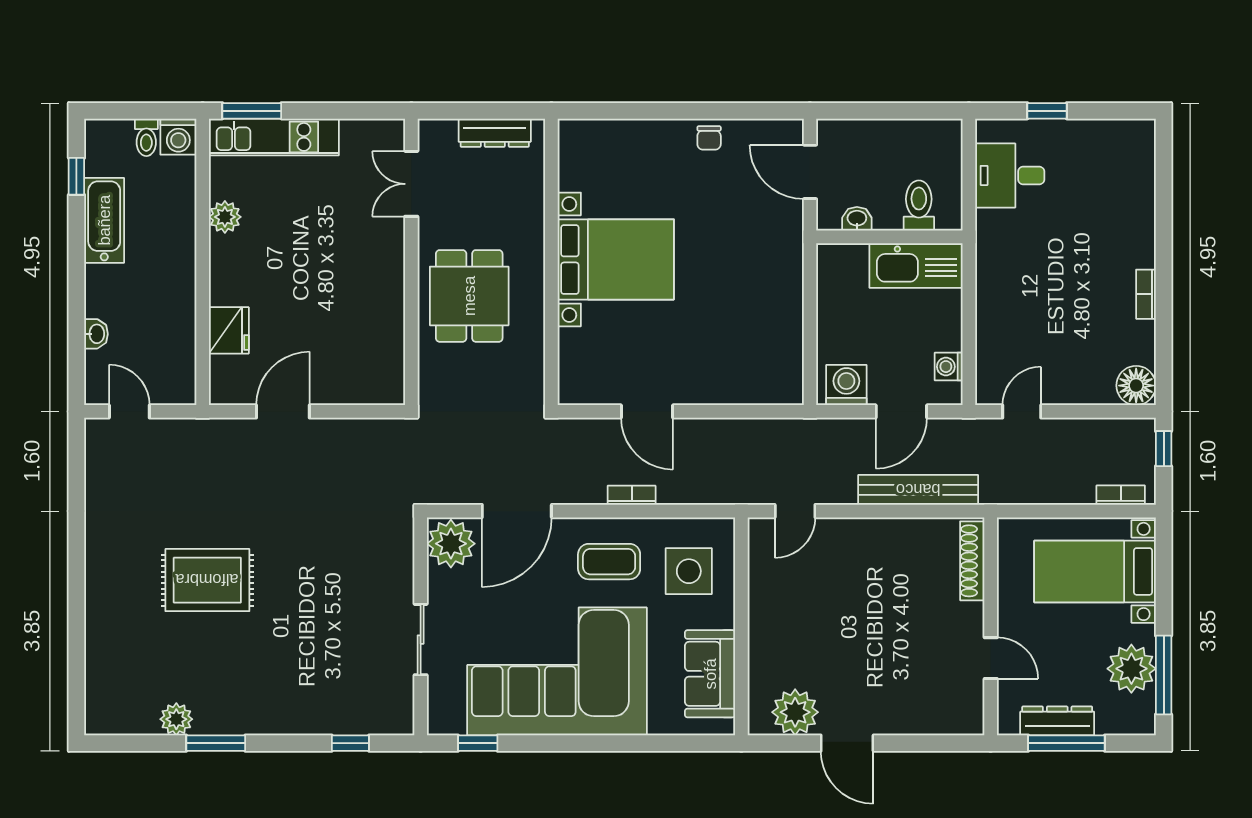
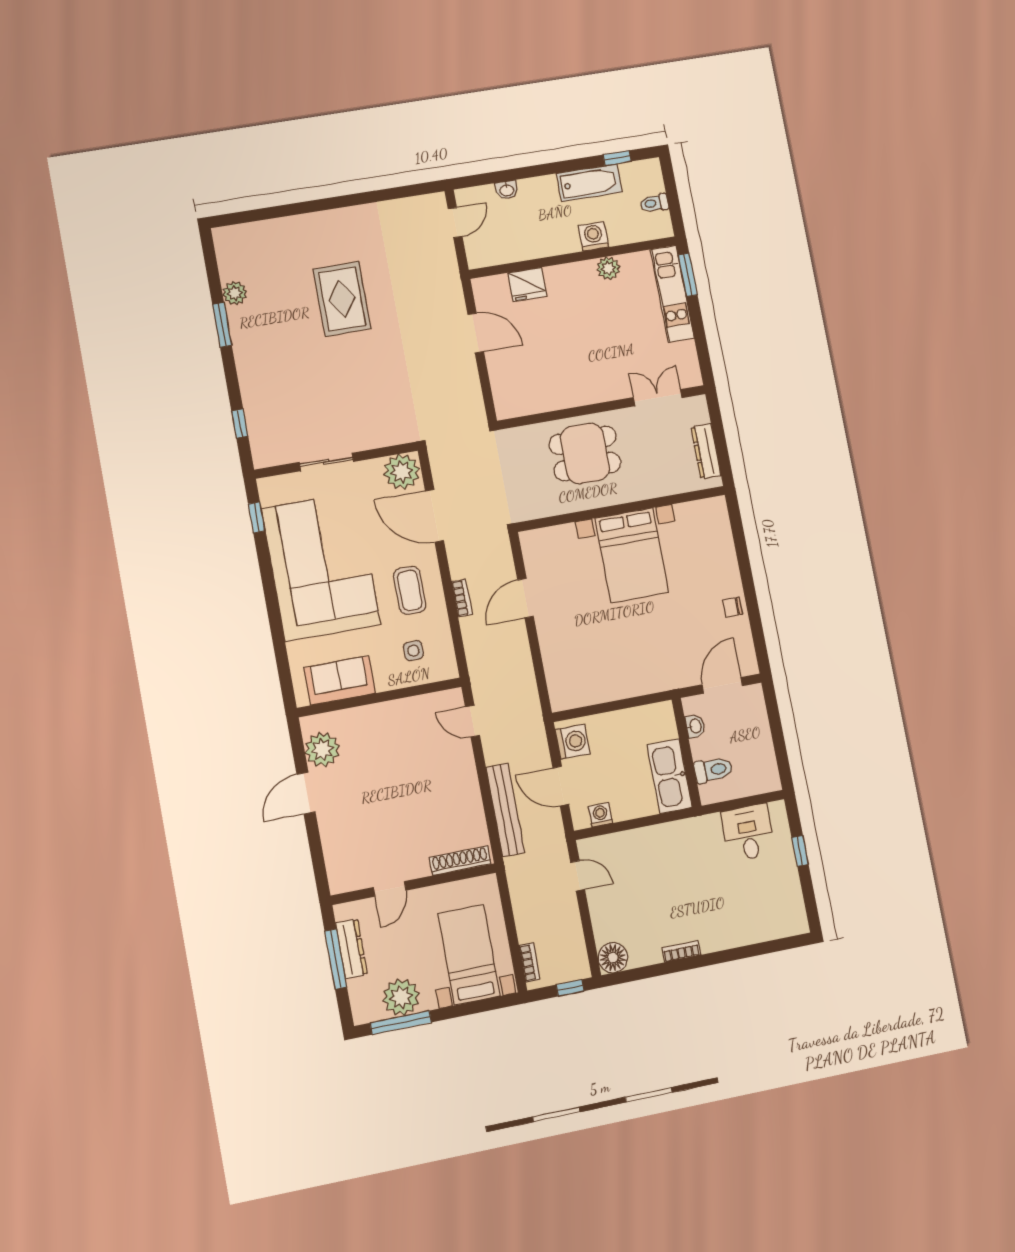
washing machine: (178, 137) -> (593, 236), moved, turned 90
side table: (689, 571) -> (413, 651), width x0.54, depth x0.54

